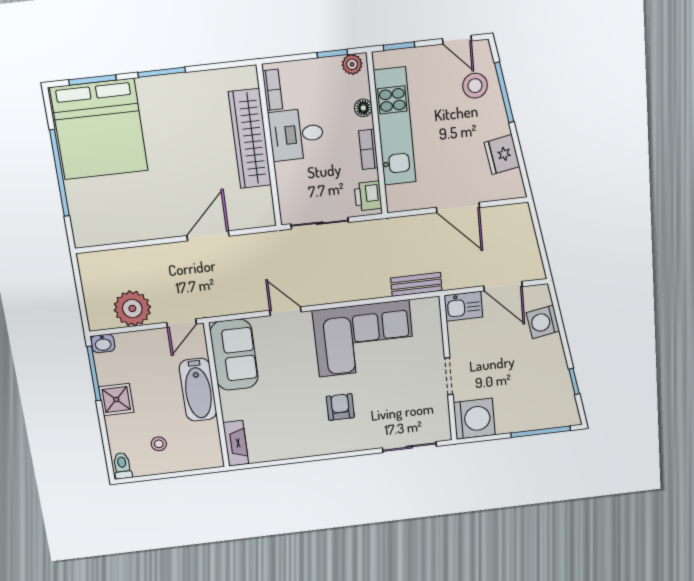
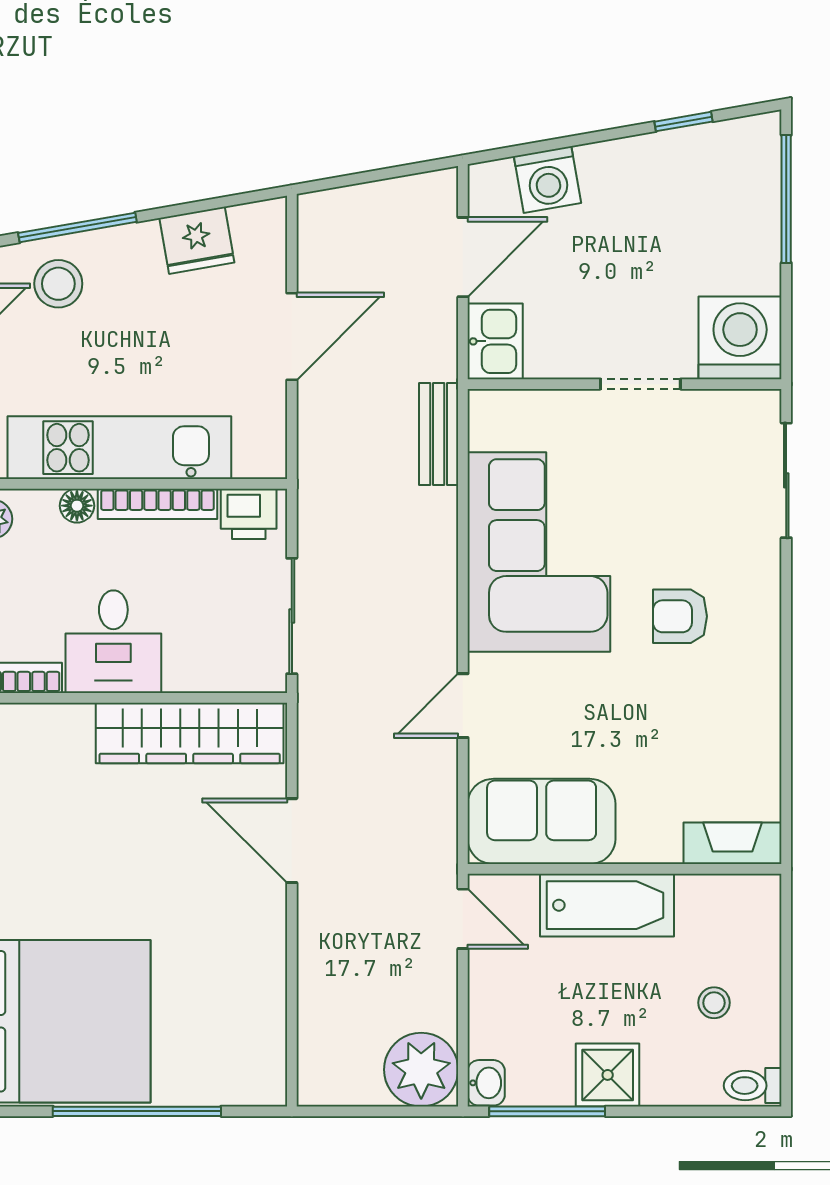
wardrobe: (250, 139) -> (190, 733), moved
bookcase: (368, 149) -> (157, 504), width x1.56
plant: (132, 308) -> (421, 1070), moved

